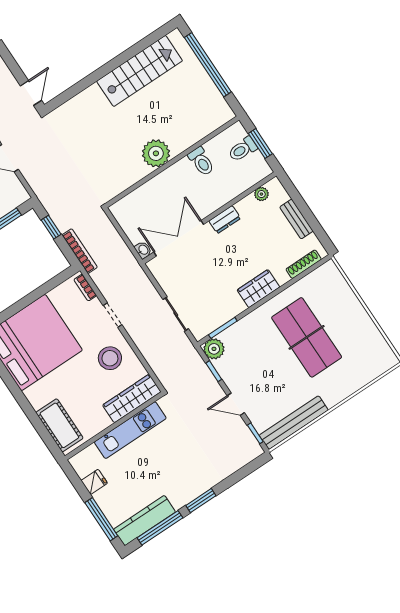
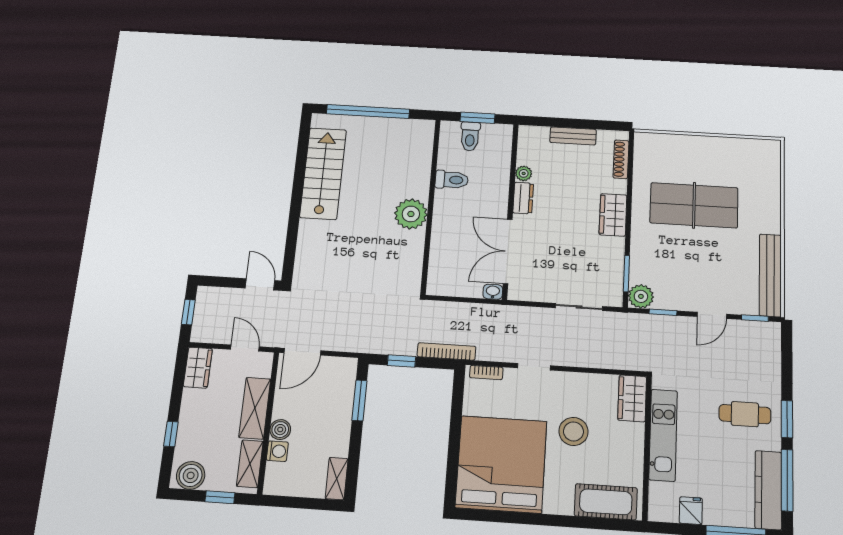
plant: (261, 194) -> (524, 173), moved
stool: (110, 358) -> (573, 431), moved
wardrobe: (132, 398) -> (632, 398), width x0.67
cafe table: (184, 472) -> (745, 414), added

